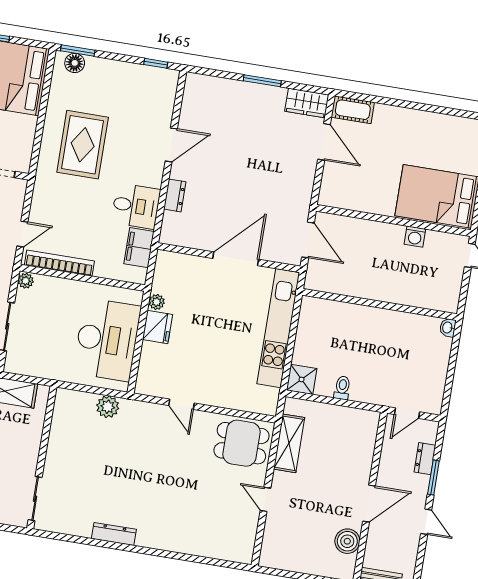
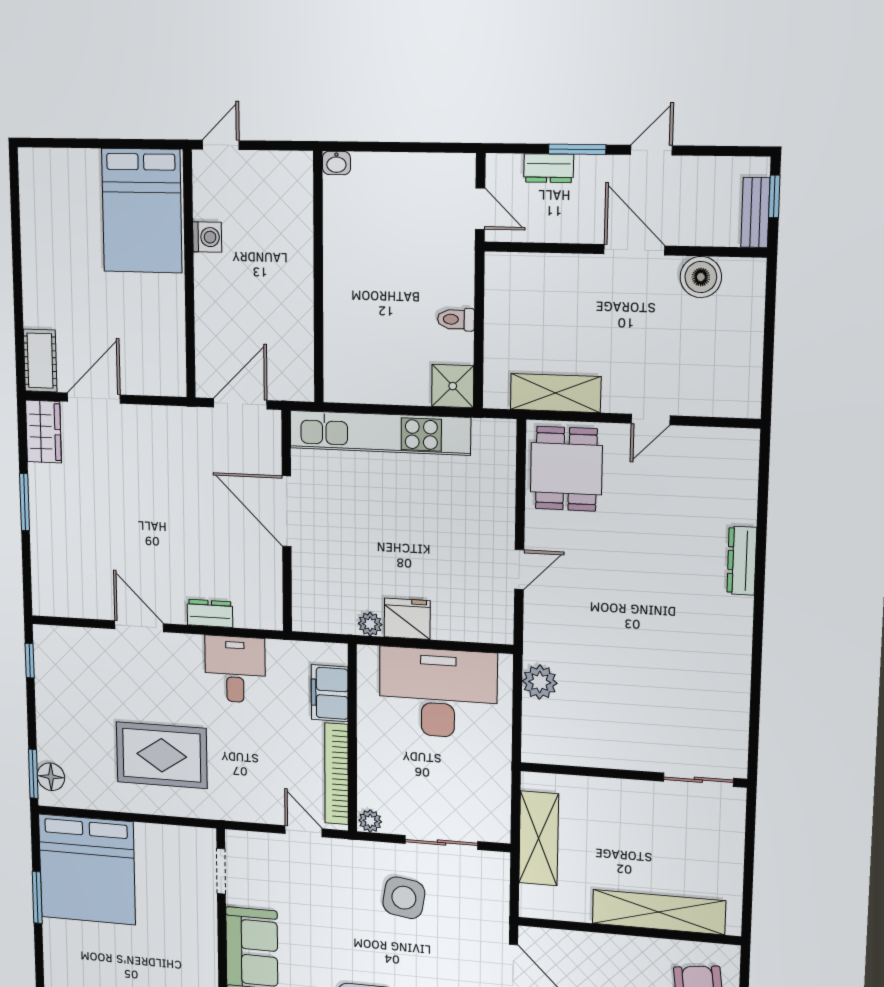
filing cabinet: (139, 248) -> (330, 693), moved, turned 90
dresser: (114, 534) -> (742, 561), moved

